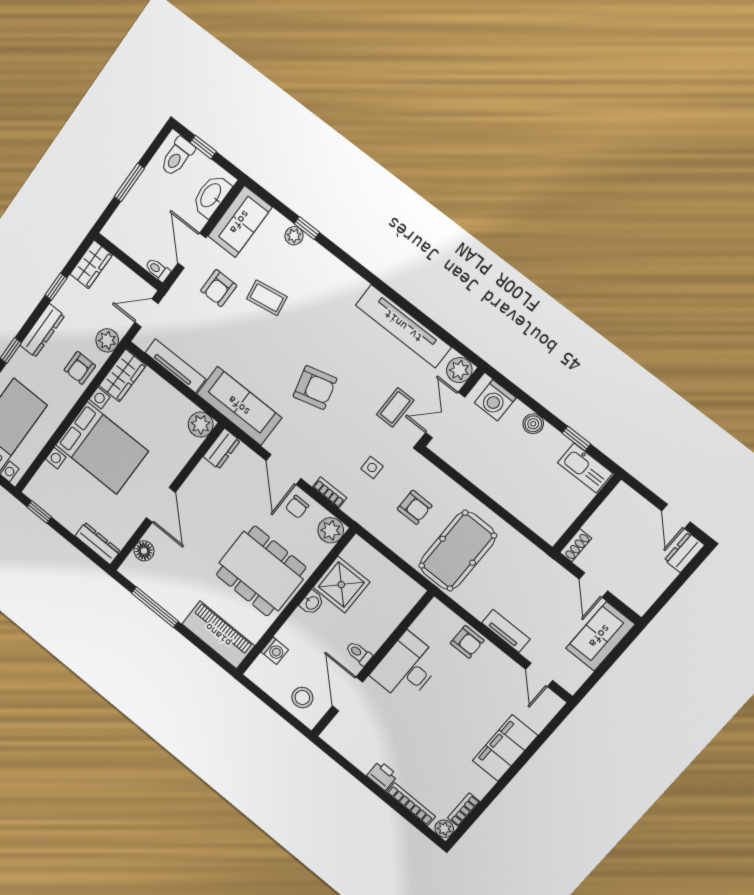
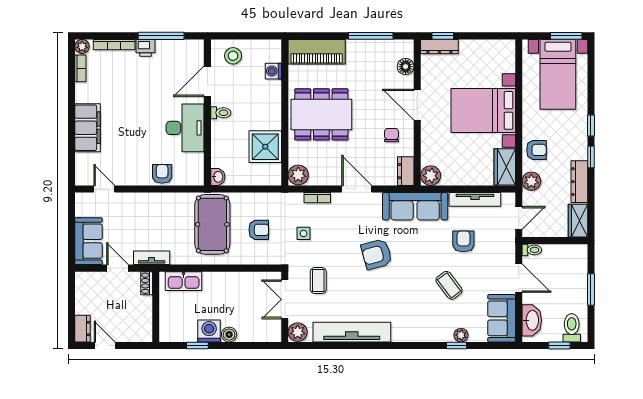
window: (56, 286) -> (591, 157), moved
armchair: (219, 288) -> (463, 241), moved
coffee table: (267, 298) -> (449, 285), turned 62
dresser: (42, 330) -> (579, 182), moved
armchair: (80, 368) -> (536, 150), turned 90
washing machine: (495, 400) -> (209, 331), moved
double door: (445, 415) -> (285, 299), swing flipped
kitchen sink: (585, 468) -> (184, 281), moved, turned 180
chair: (297, 507) -> (392, 135), moved
armchair: (415, 507) -> (259, 230), turned 180
window: (39, 512) -> (443, 36), moved
washbasin: (312, 603) -> (218, 177), moved, turned 180
tv unit: (506, 631) -> (152, 258), moved, turned 180
armchair: (467, 642) -> (162, 174), turned 90
door: (347, 694) -> (207, 81), swing flipped
window: (357, 774) -> (161, 36), added

